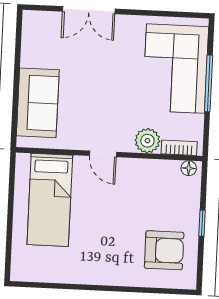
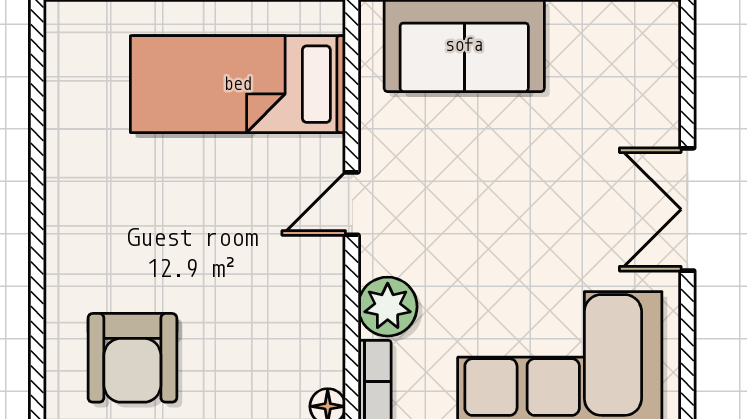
double door: (89, 10) -> (687, 209), moved

